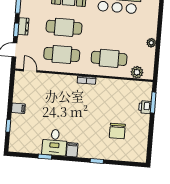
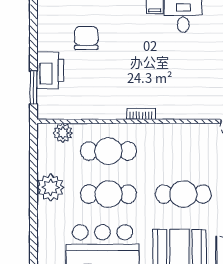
plant: (151, 43) -> (51, 187), width x1.87, depth x1.87
cafe table: (62, 54) -> (108, 194), moved
printer: (145, 107) -> (50, 70), width x1.87, depth x1.48

